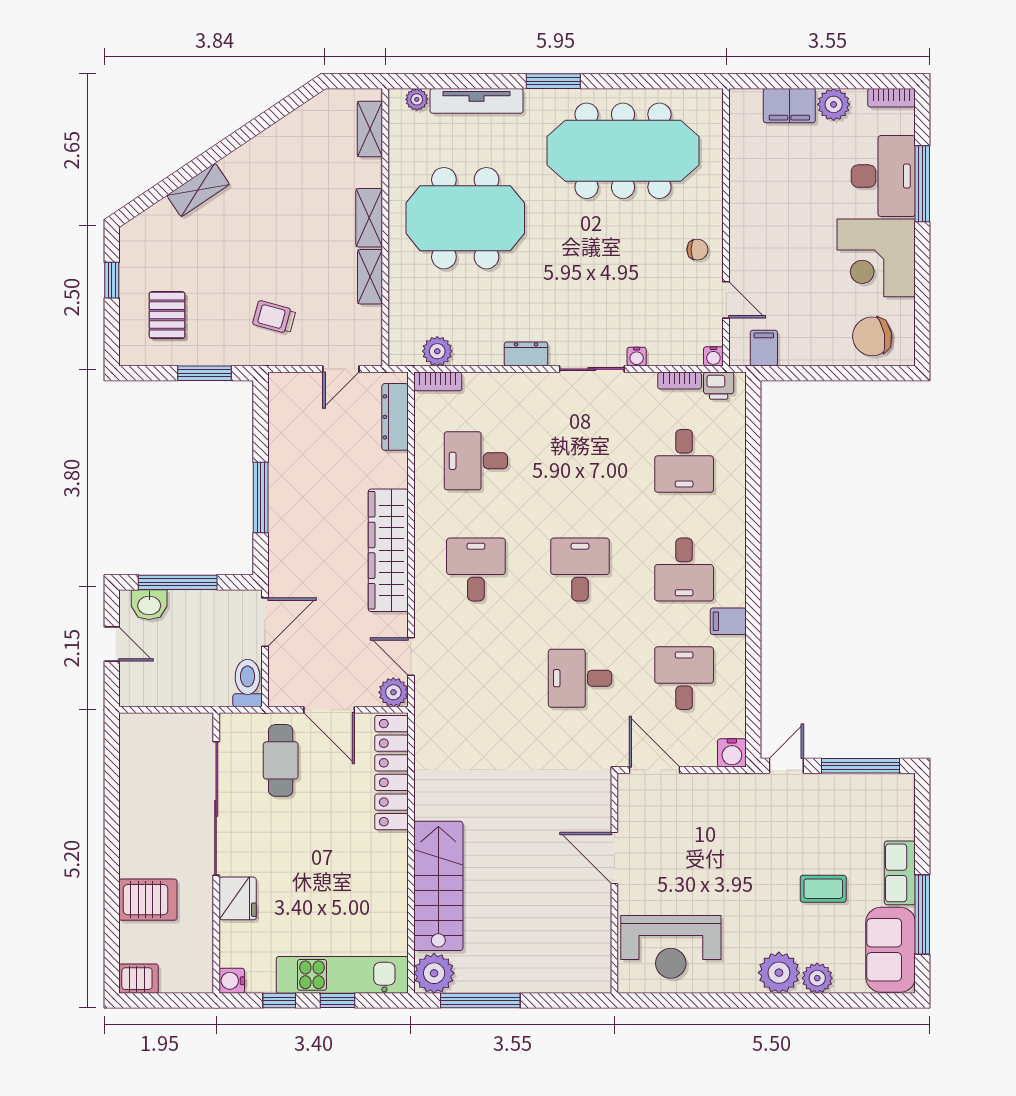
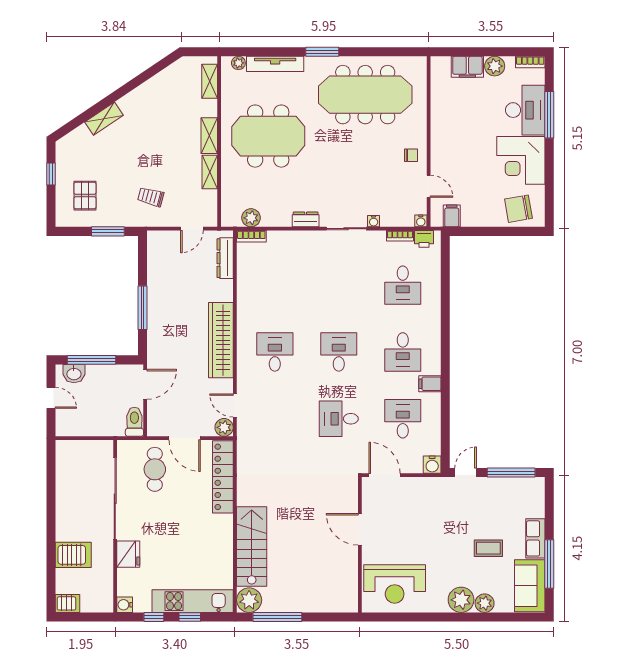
desk: (476, 461) -> (275, 285), removed

